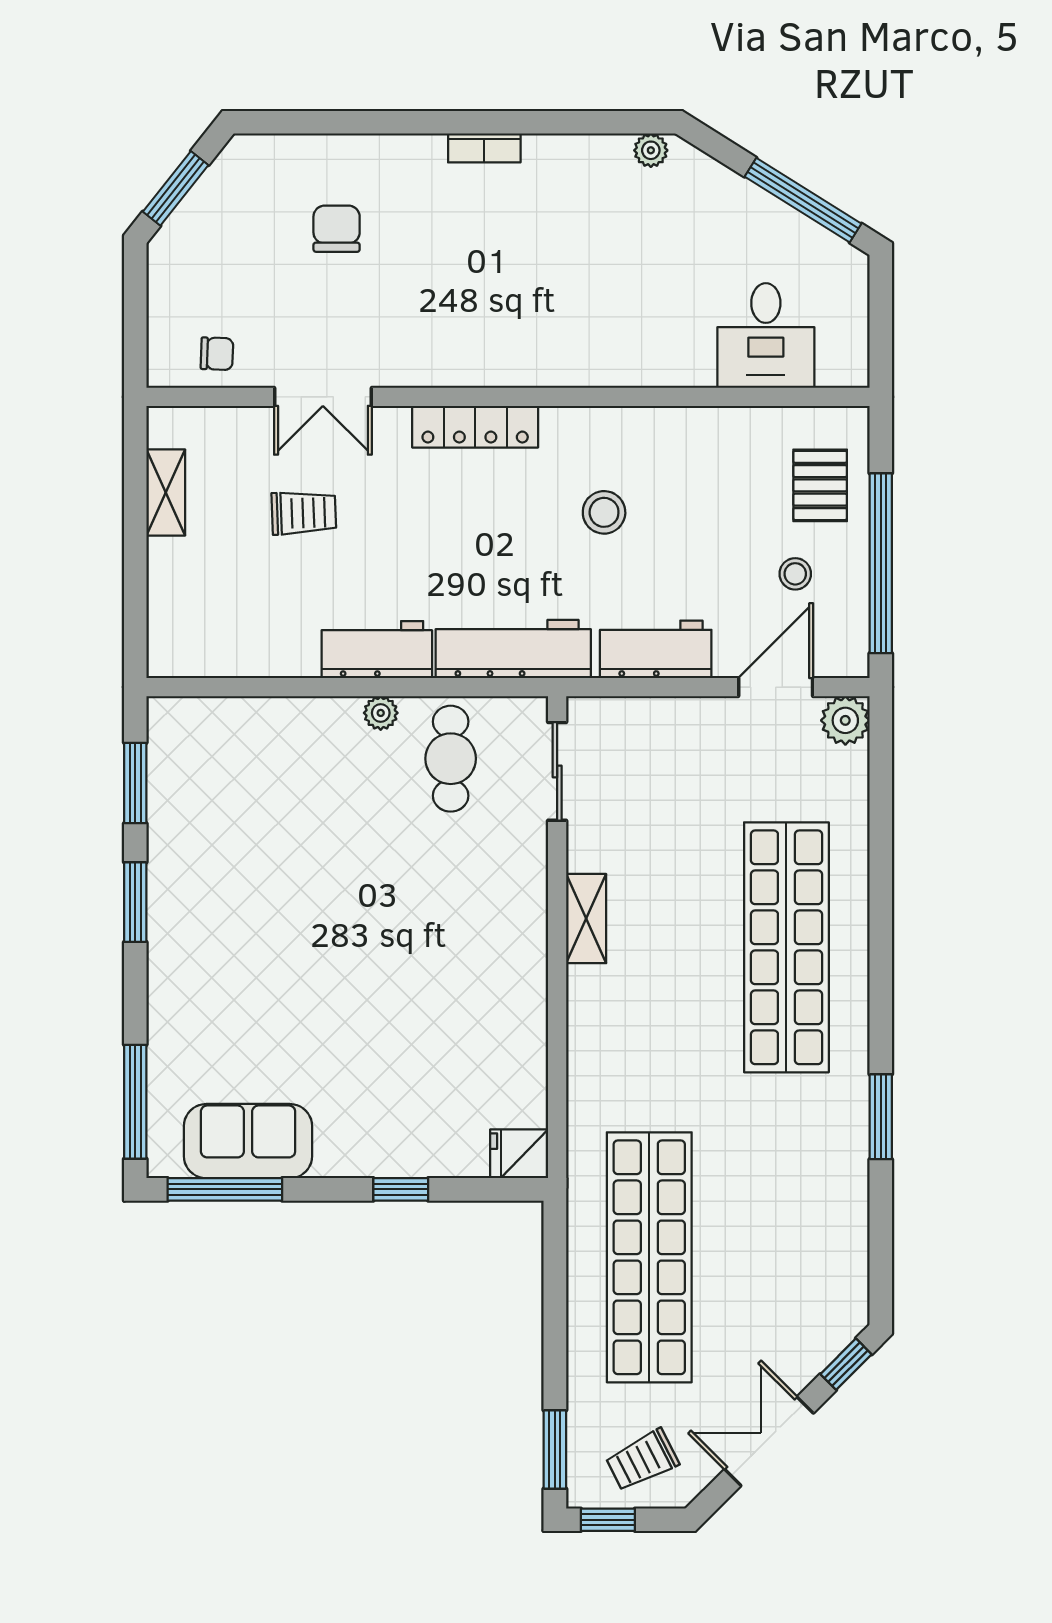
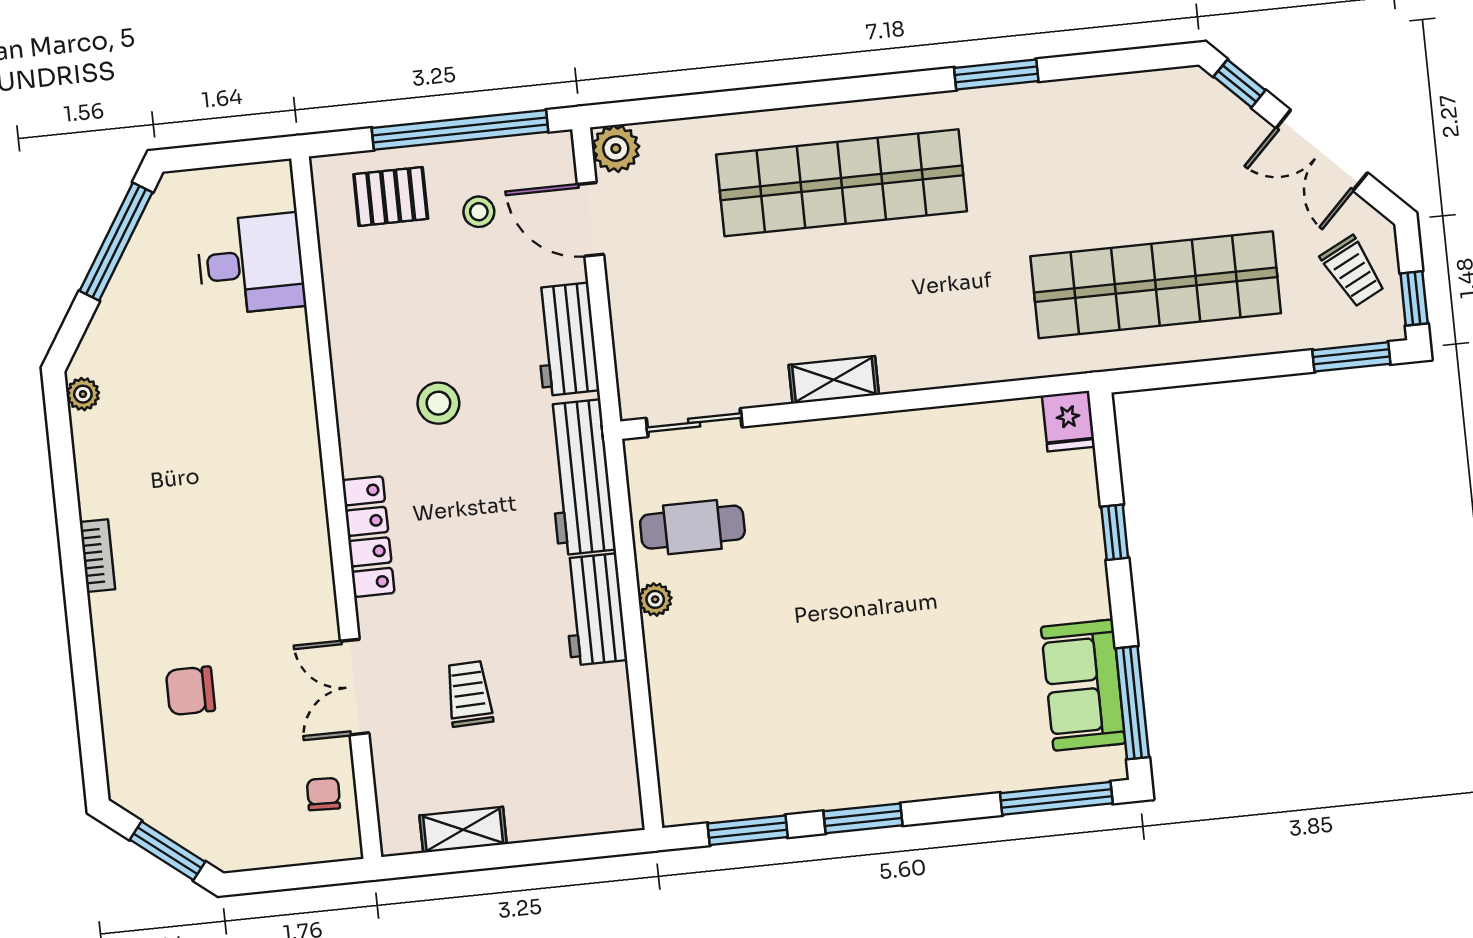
double door: (323, 397) -> (355, 687), swing flipped

